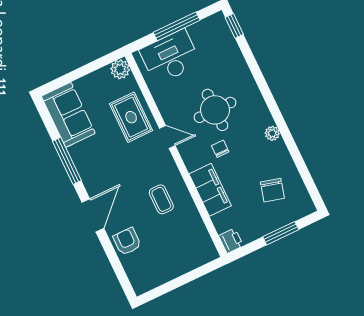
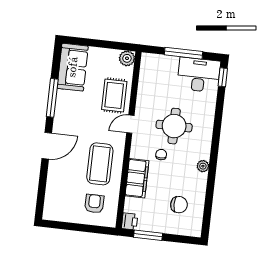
desk: (170, 57) -> (199, 75), moved
door: (167, 137) -> (130, 124), swing flipped
chair: (272, 190) -> (179, 205), turned -105
coffee table: (161, 199) -> (100, 164), width x1.86, depth x1.72
window: (281, 233) -> (148, 235), moved
armchair: (127, 241) -> (94, 204), moved

